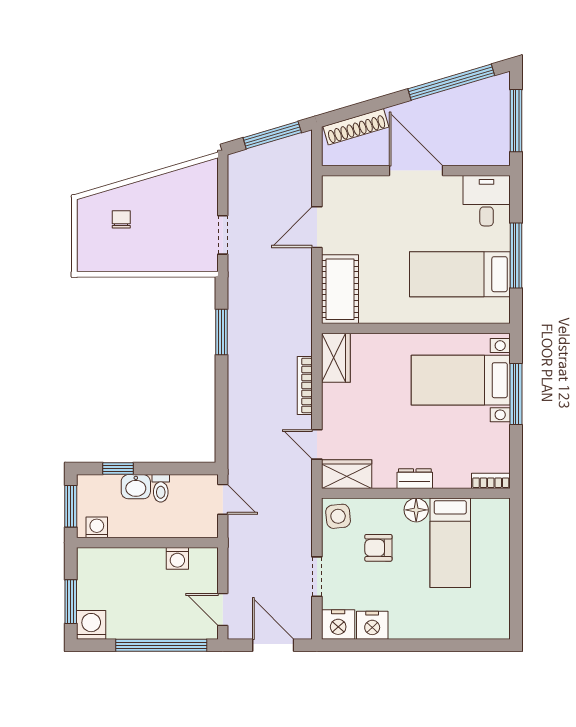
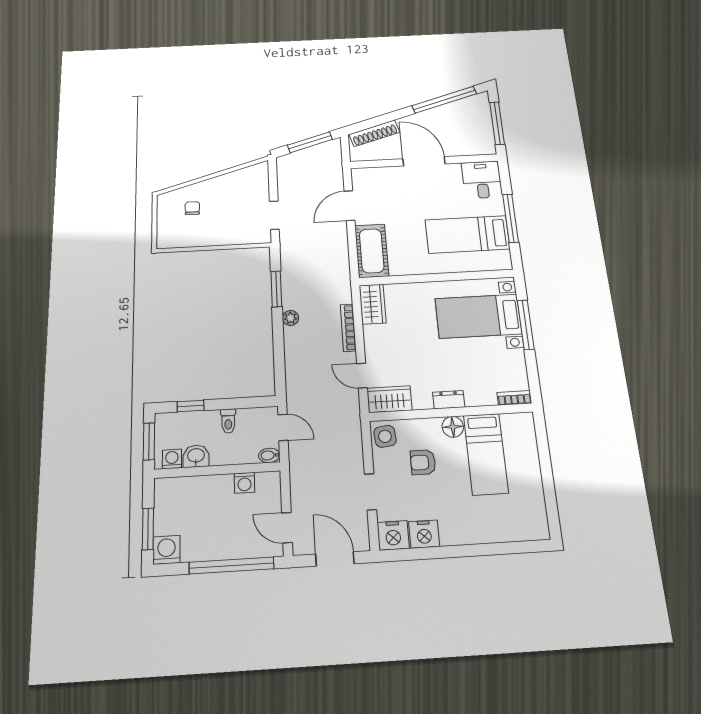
plant: (237, 369) -> (290, 318), added
washbasin: (136, 487) -> (196, 456), moved, turned 180
bidet: (206, 530) -> (269, 455), added

